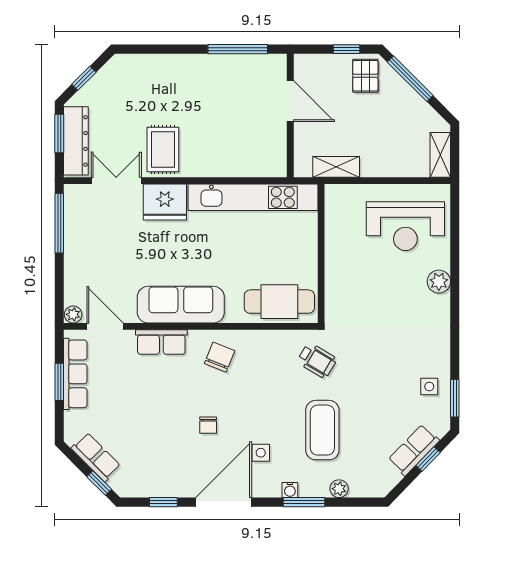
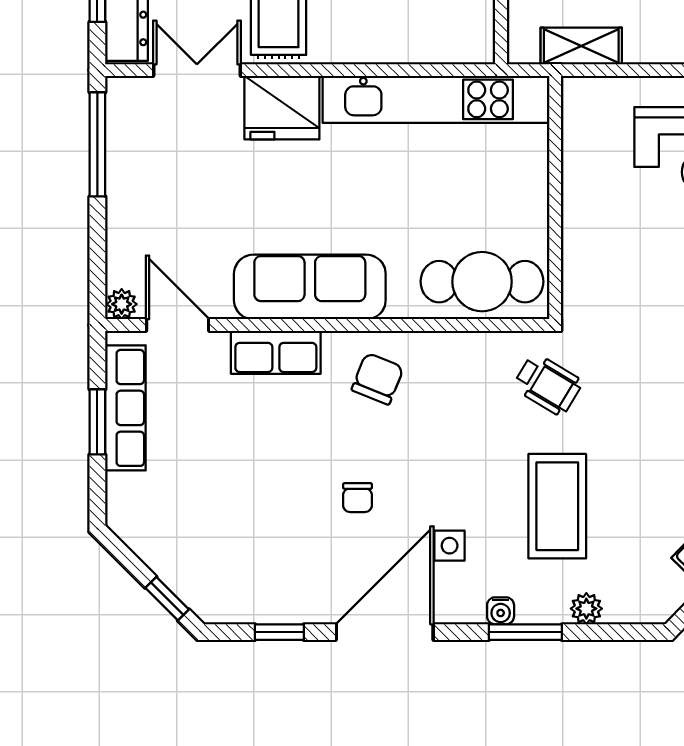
row of seats: (96, 457) -> (161, 553), removed

